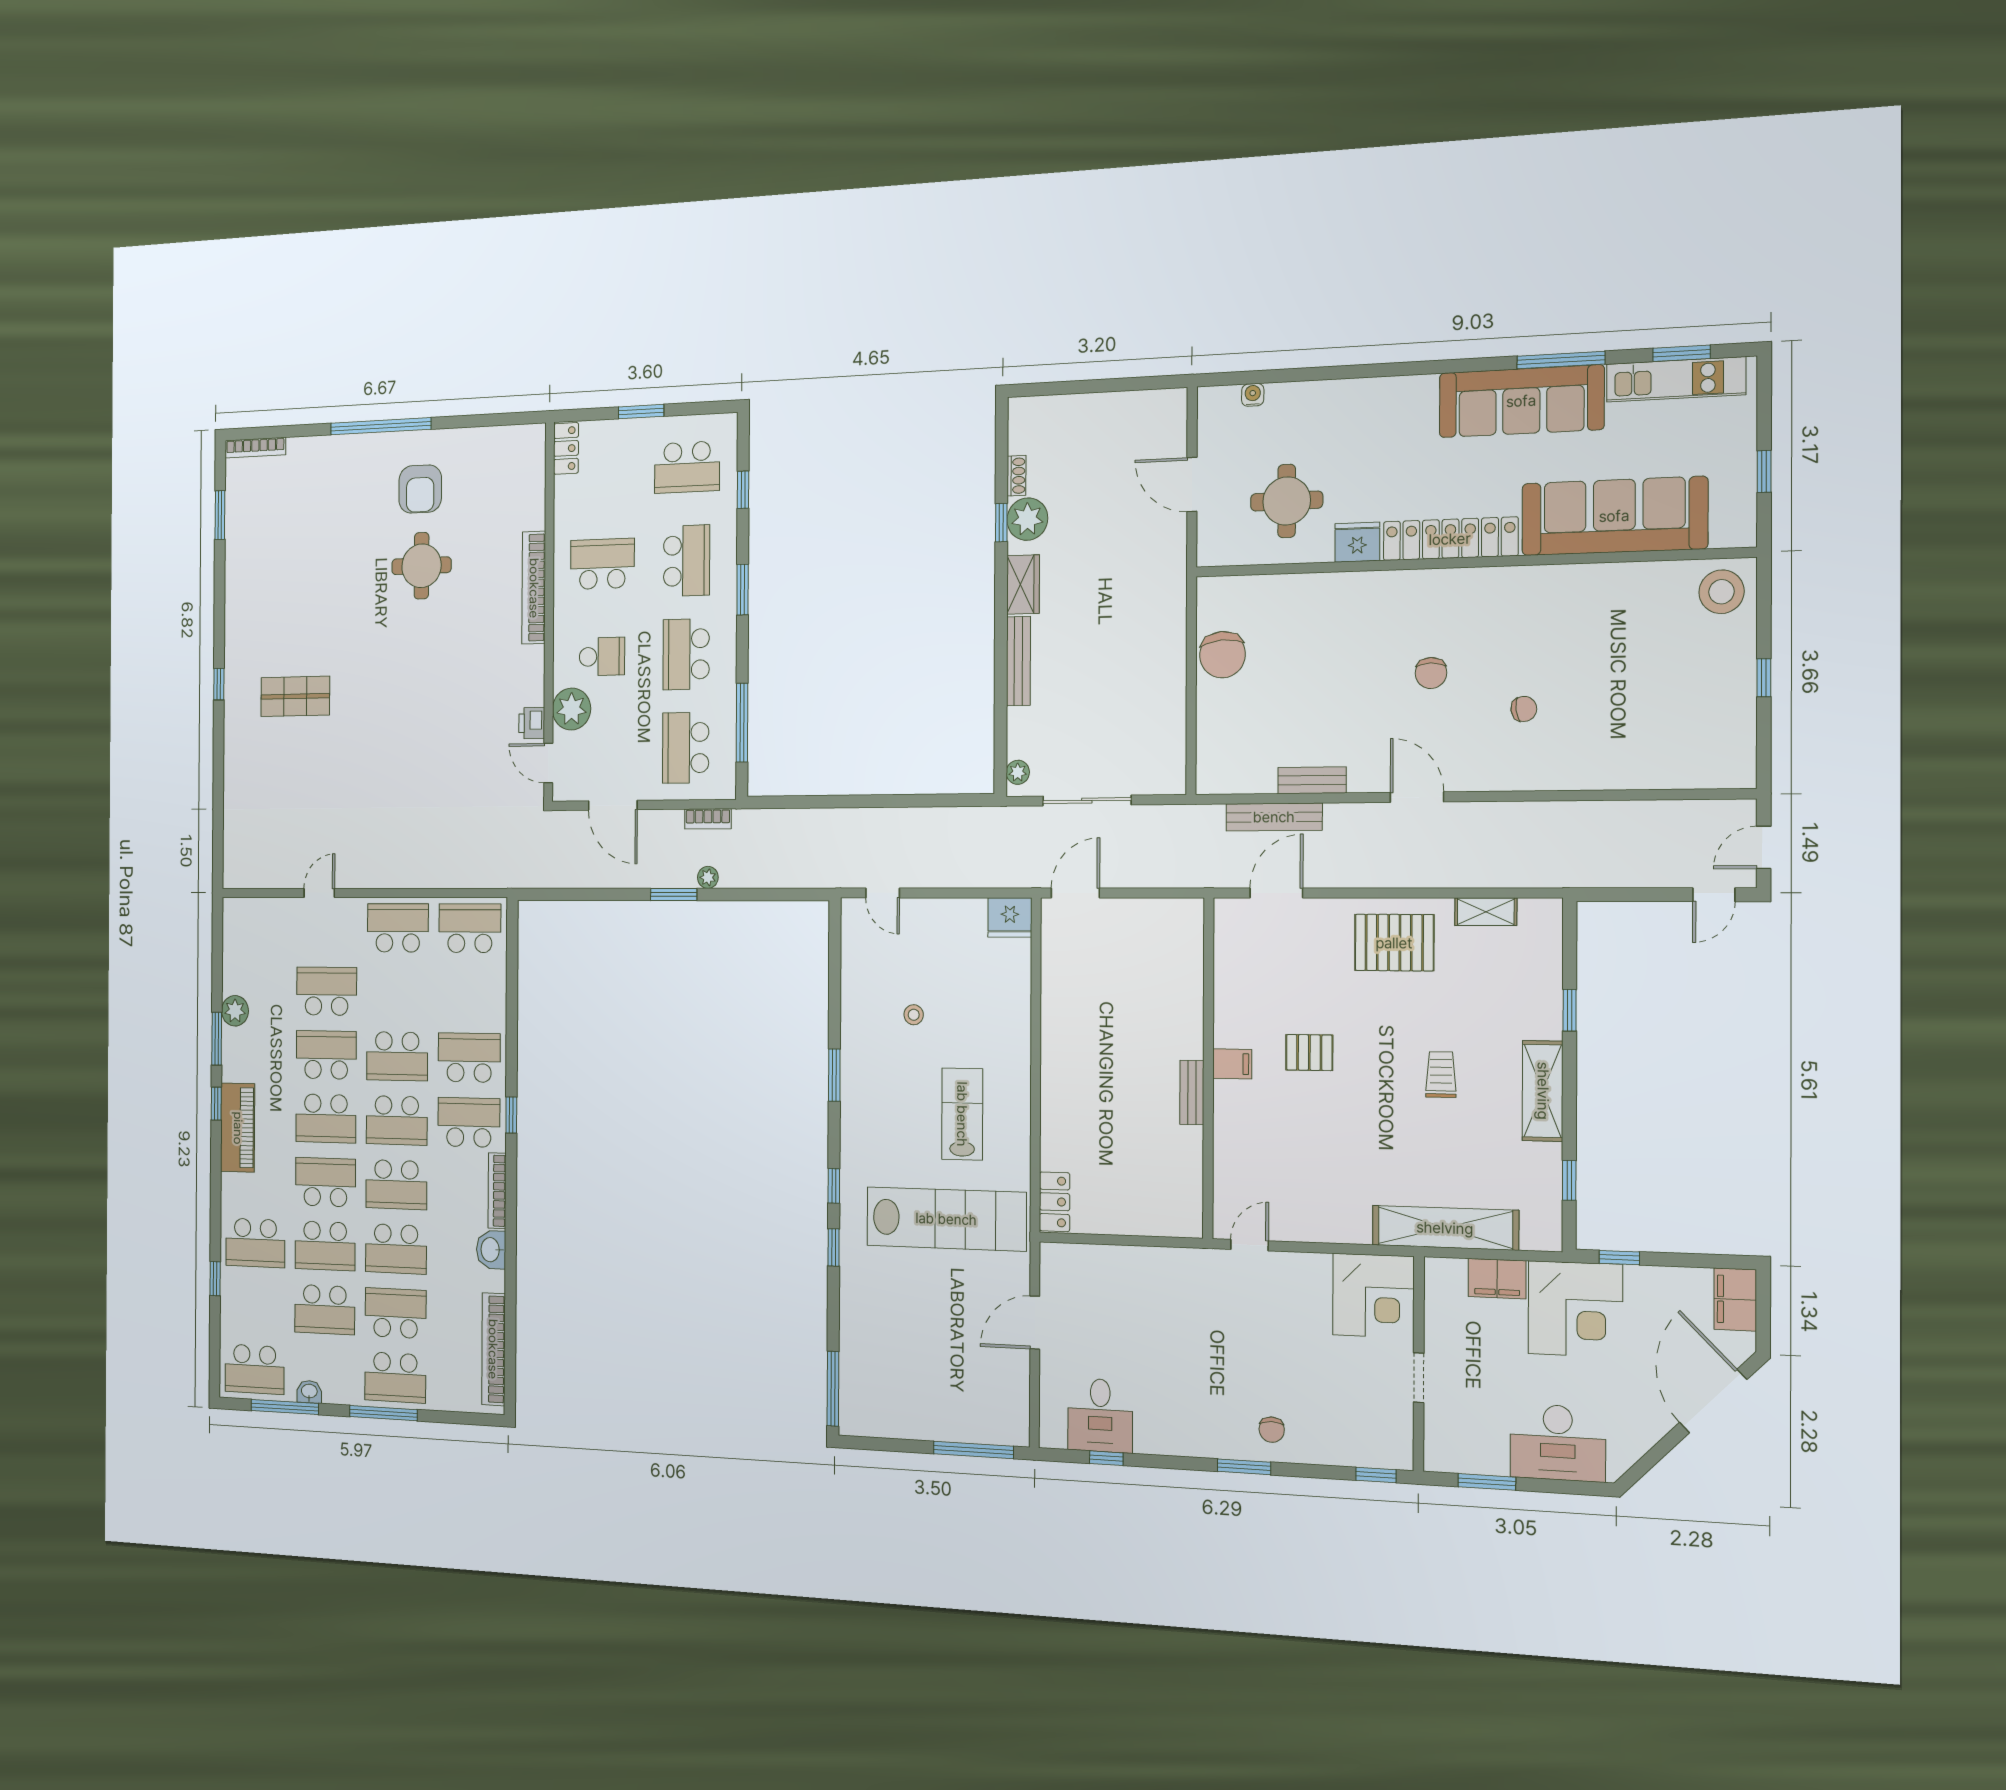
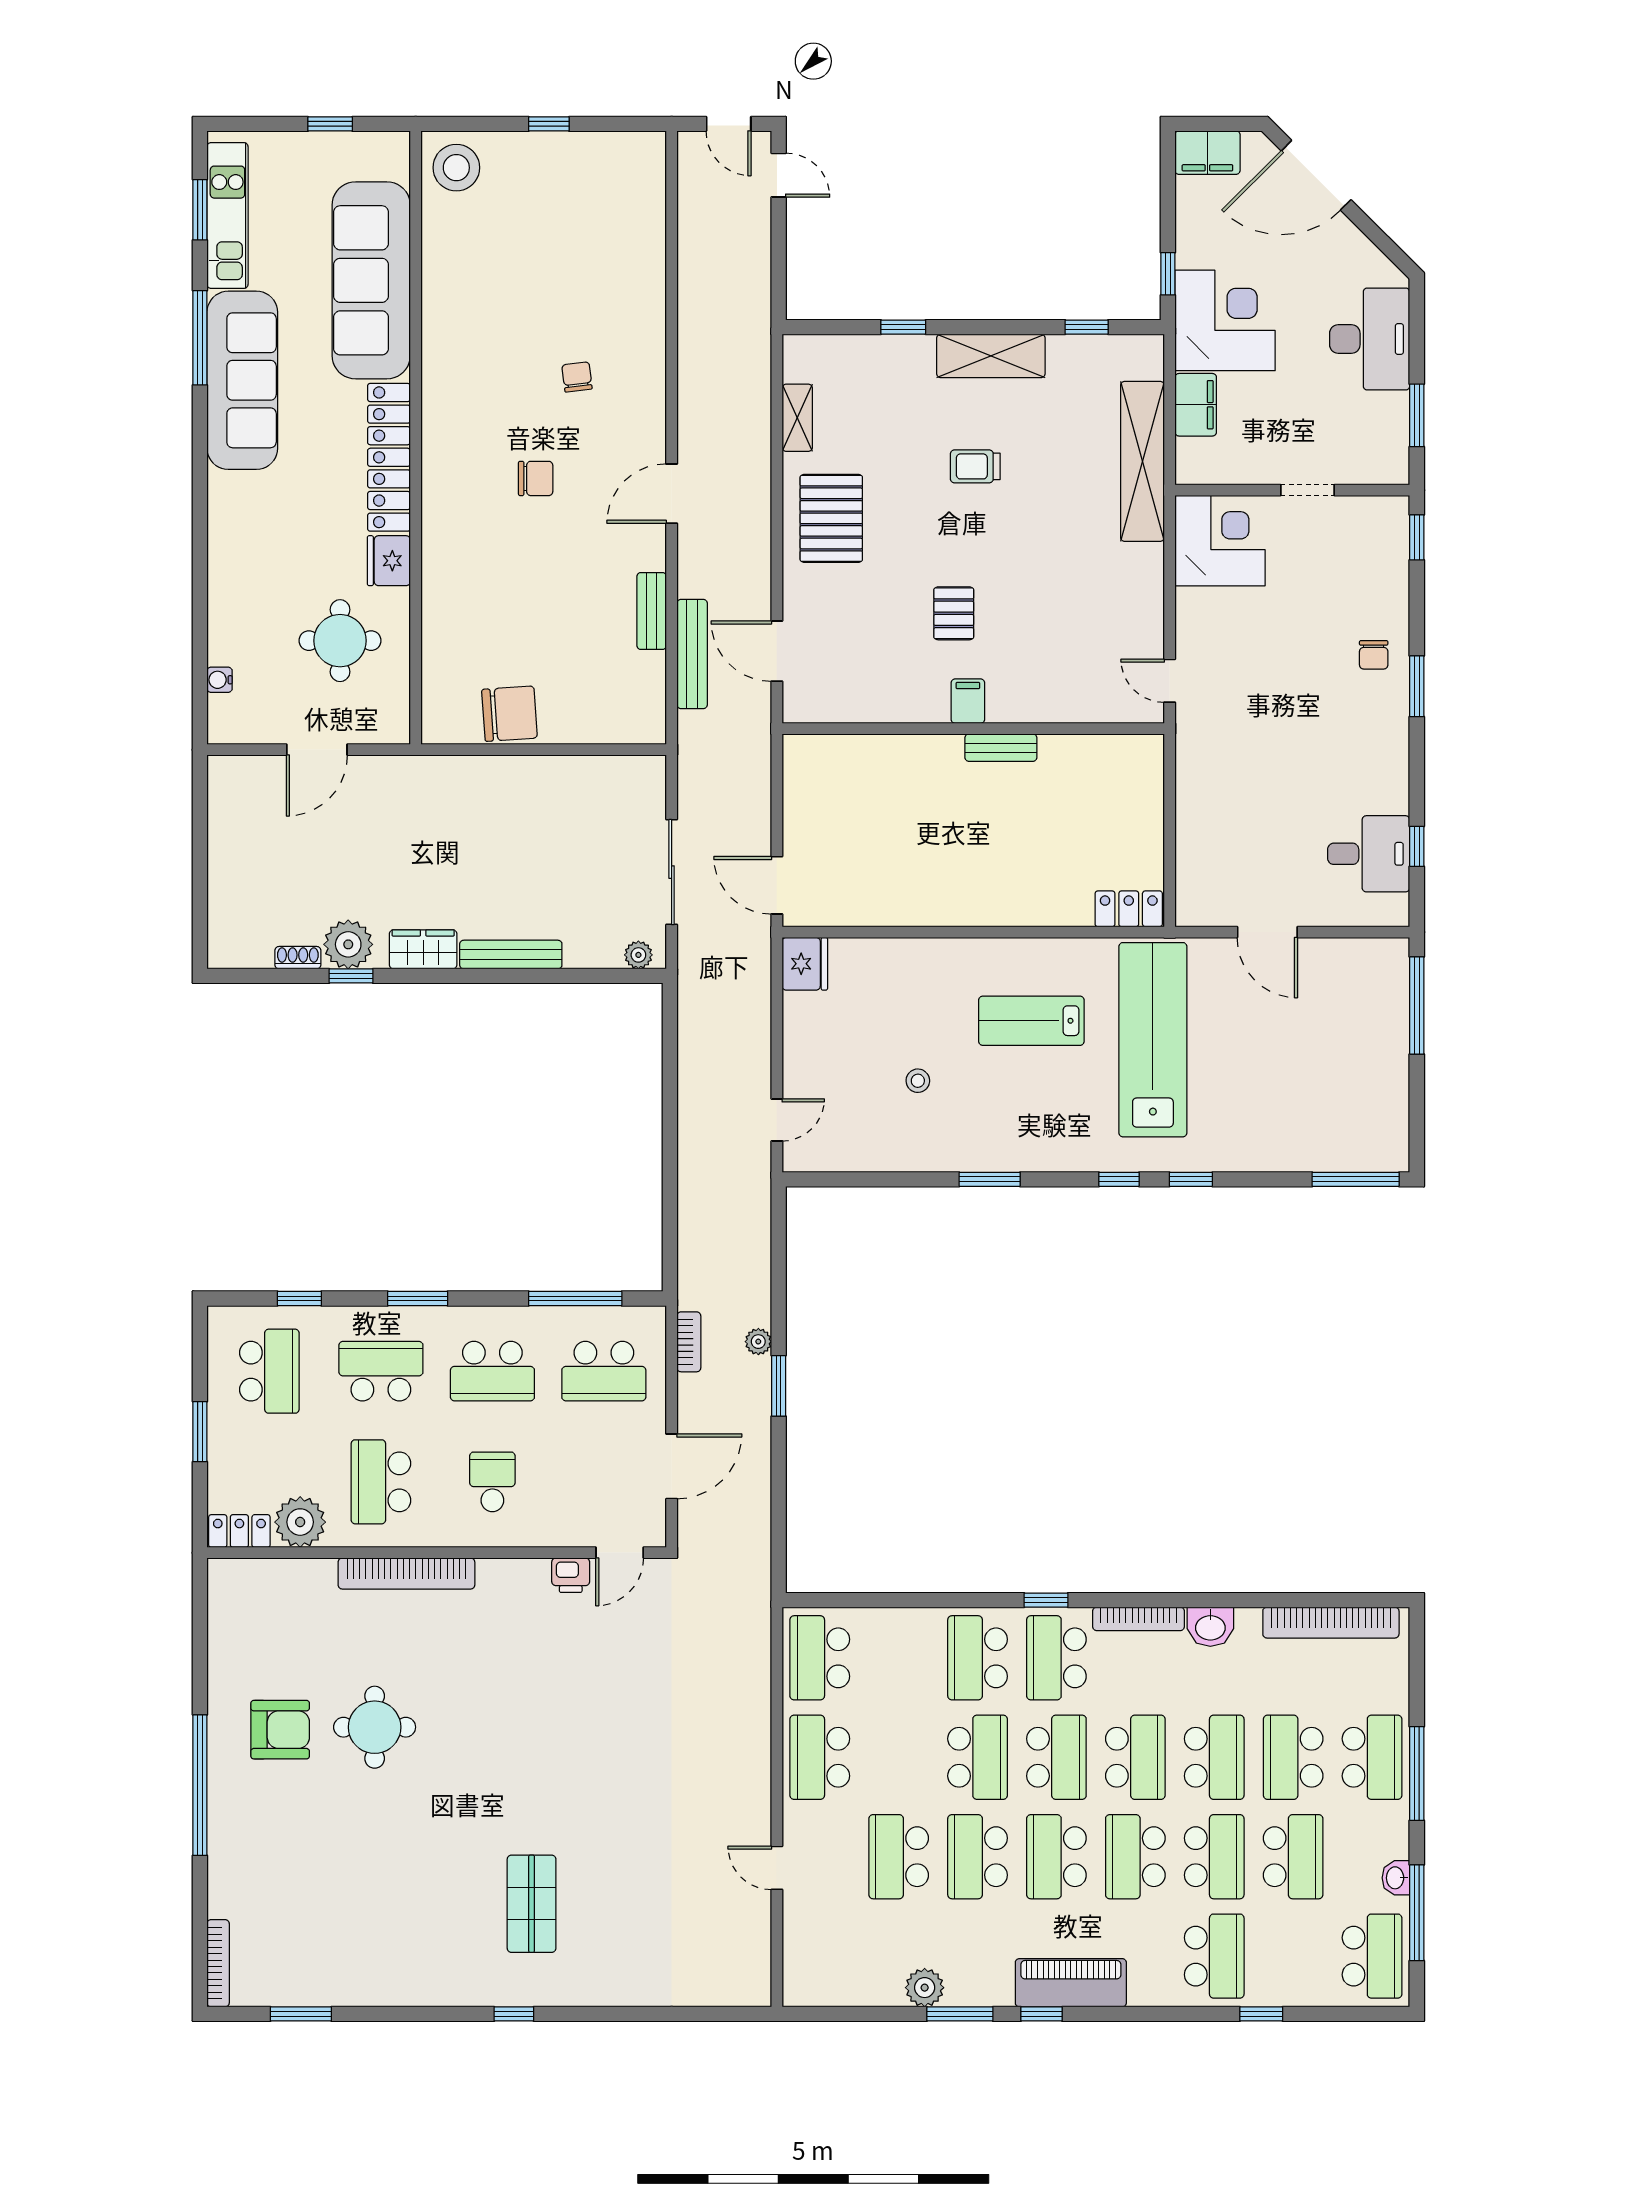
plant: (571, 709) -> (300, 1522), moved
school desk: (326, 1118) -> (1056, 1857), turned 180
chair: (1272, 1430) -> (1374, 655), turned 90

